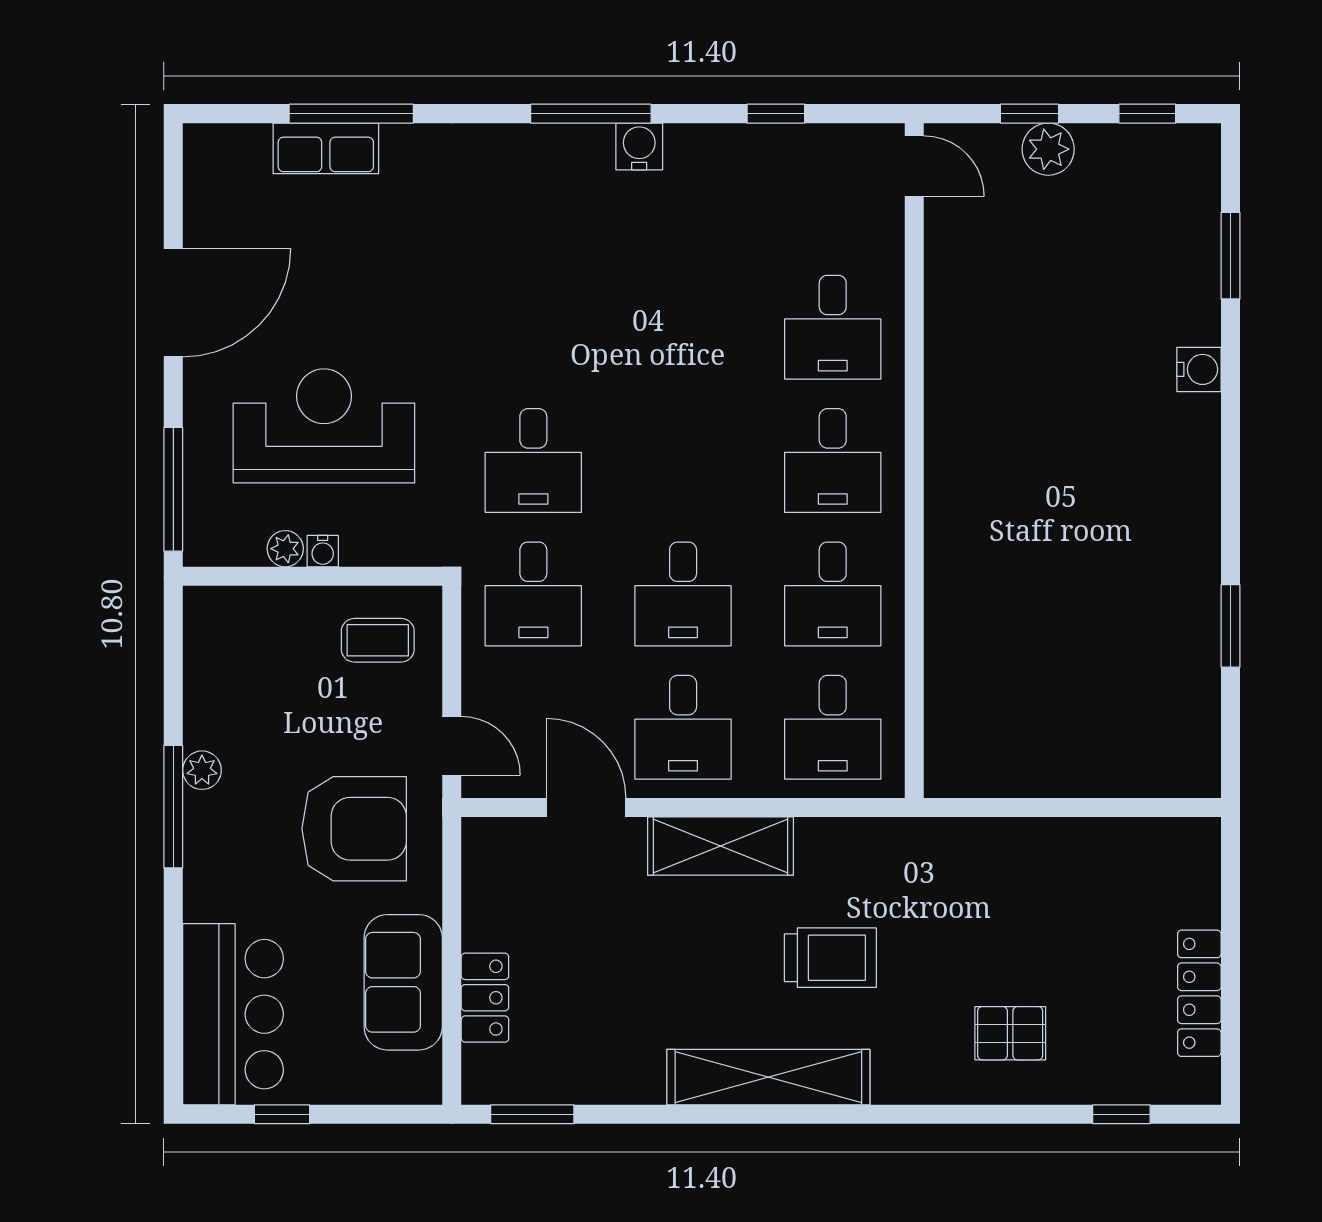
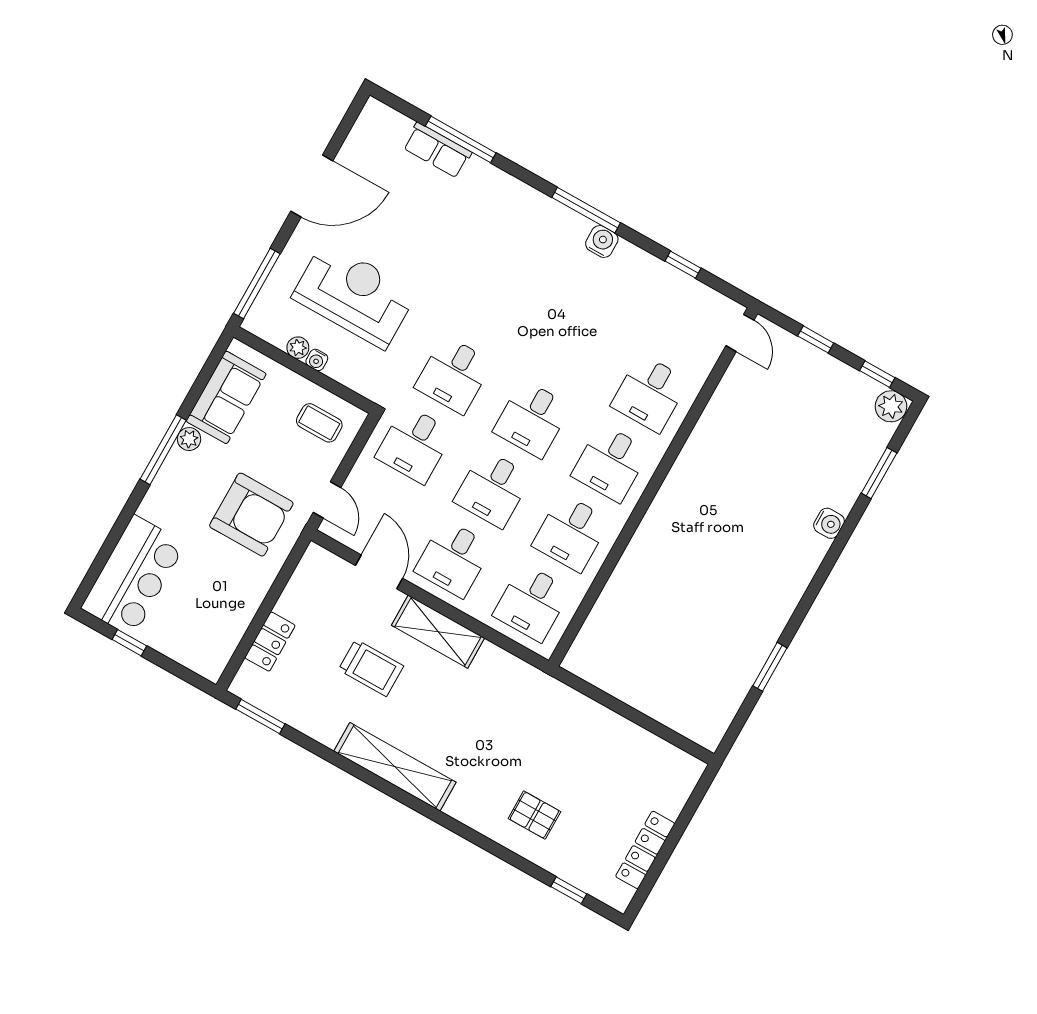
plant: (1048, 149) -> (891, 406), moved
desk: (683, 461) -> (532, 419), added
trolley: (830, 958) -> (371, 668), moved
sofa: (403, 982) -> (226, 397), moved, turned 180

